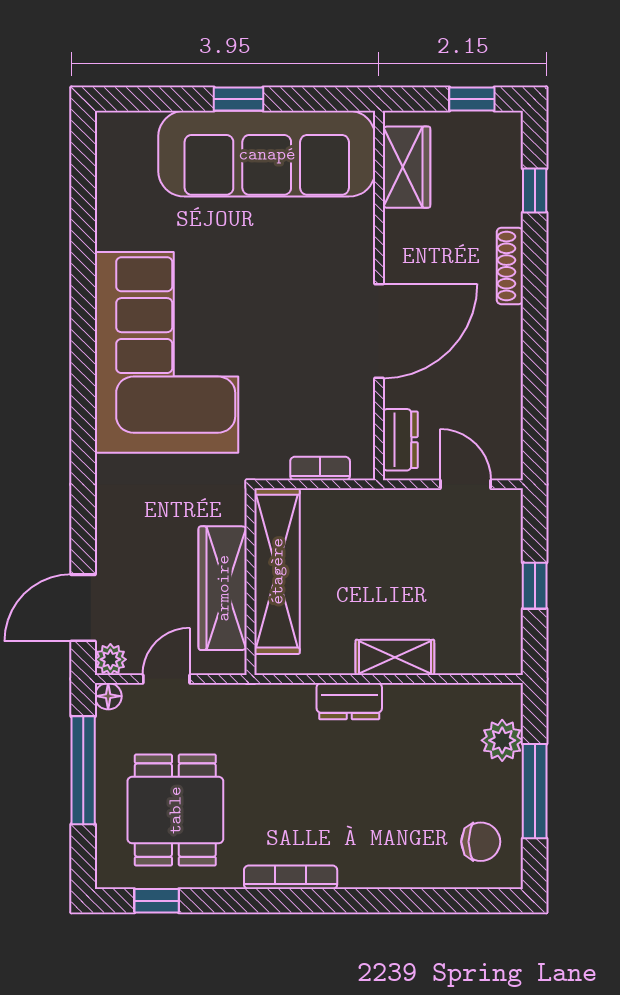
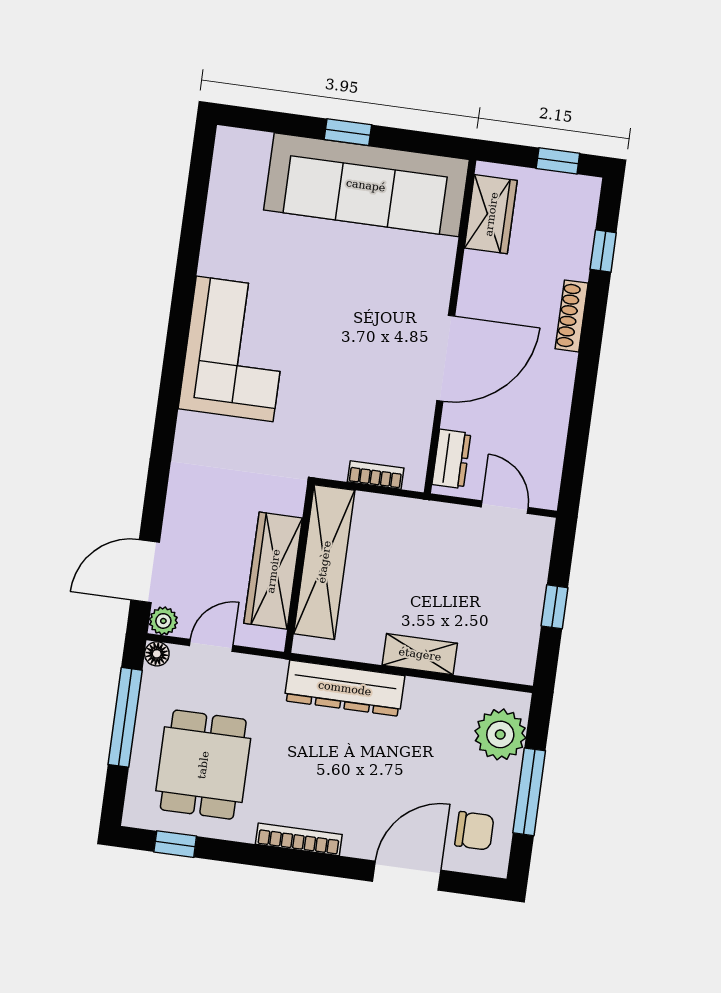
corner sofa: (166, 352) -> (235, 349), width x0.73, depth x0.74
dresser: (349, 701) -> (345, 688), width x1.96, depth x1.24
plant: (502, 740) -> (500, 734), width x1.36, depth x1.36
door: (414, 901) -> (407, 876), added

